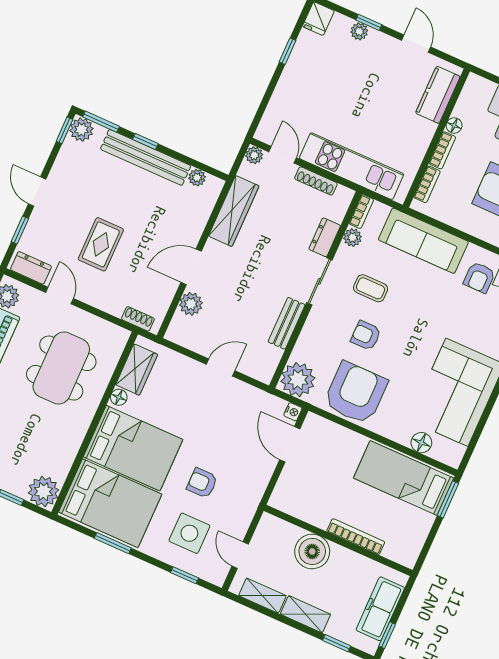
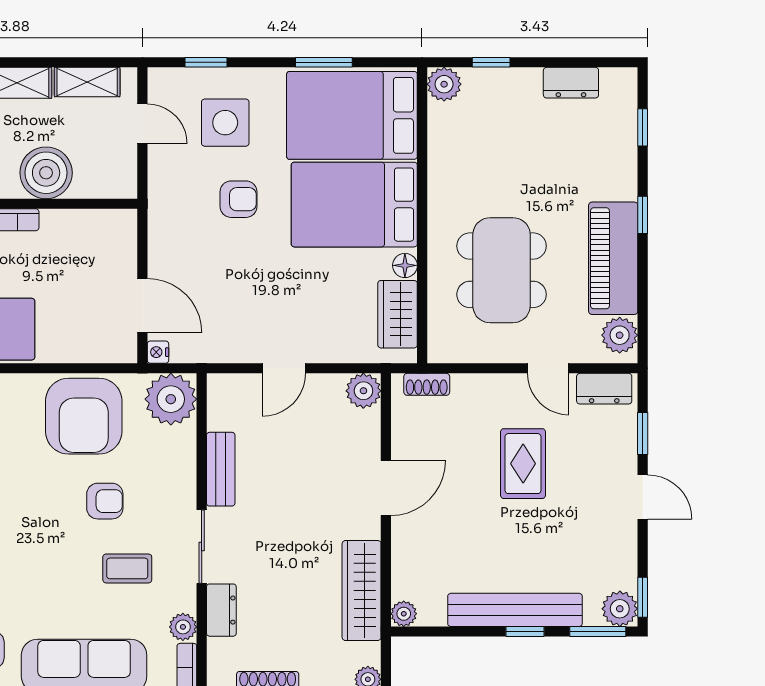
plant: (197, 178) -> (404, 614), moved
plant: (191, 304) -> (363, 391), moved
plant: (43, 492) -> (444, 84), width x0.73, depth x0.73

